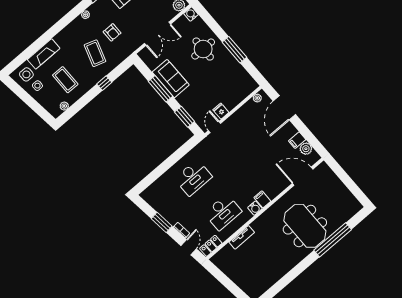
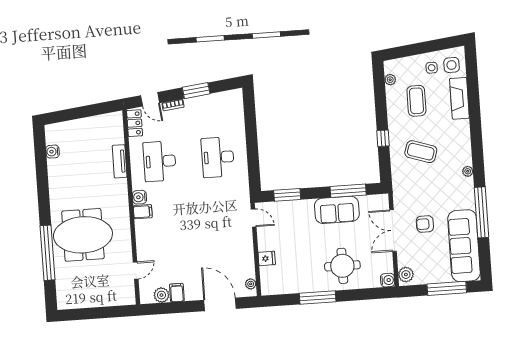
armchair: (112, 32) -> (425, 224), moved
coffee table: (65, 80) -> (416, 101), turned 90
window: (161, 89) -> (348, 191), moved
fridge: (221, 111) -> (267, 258), moved
door: (303, 176) -> (136, 270), width x0.53
water cooler: (267, 284) -> (53, 152), added

